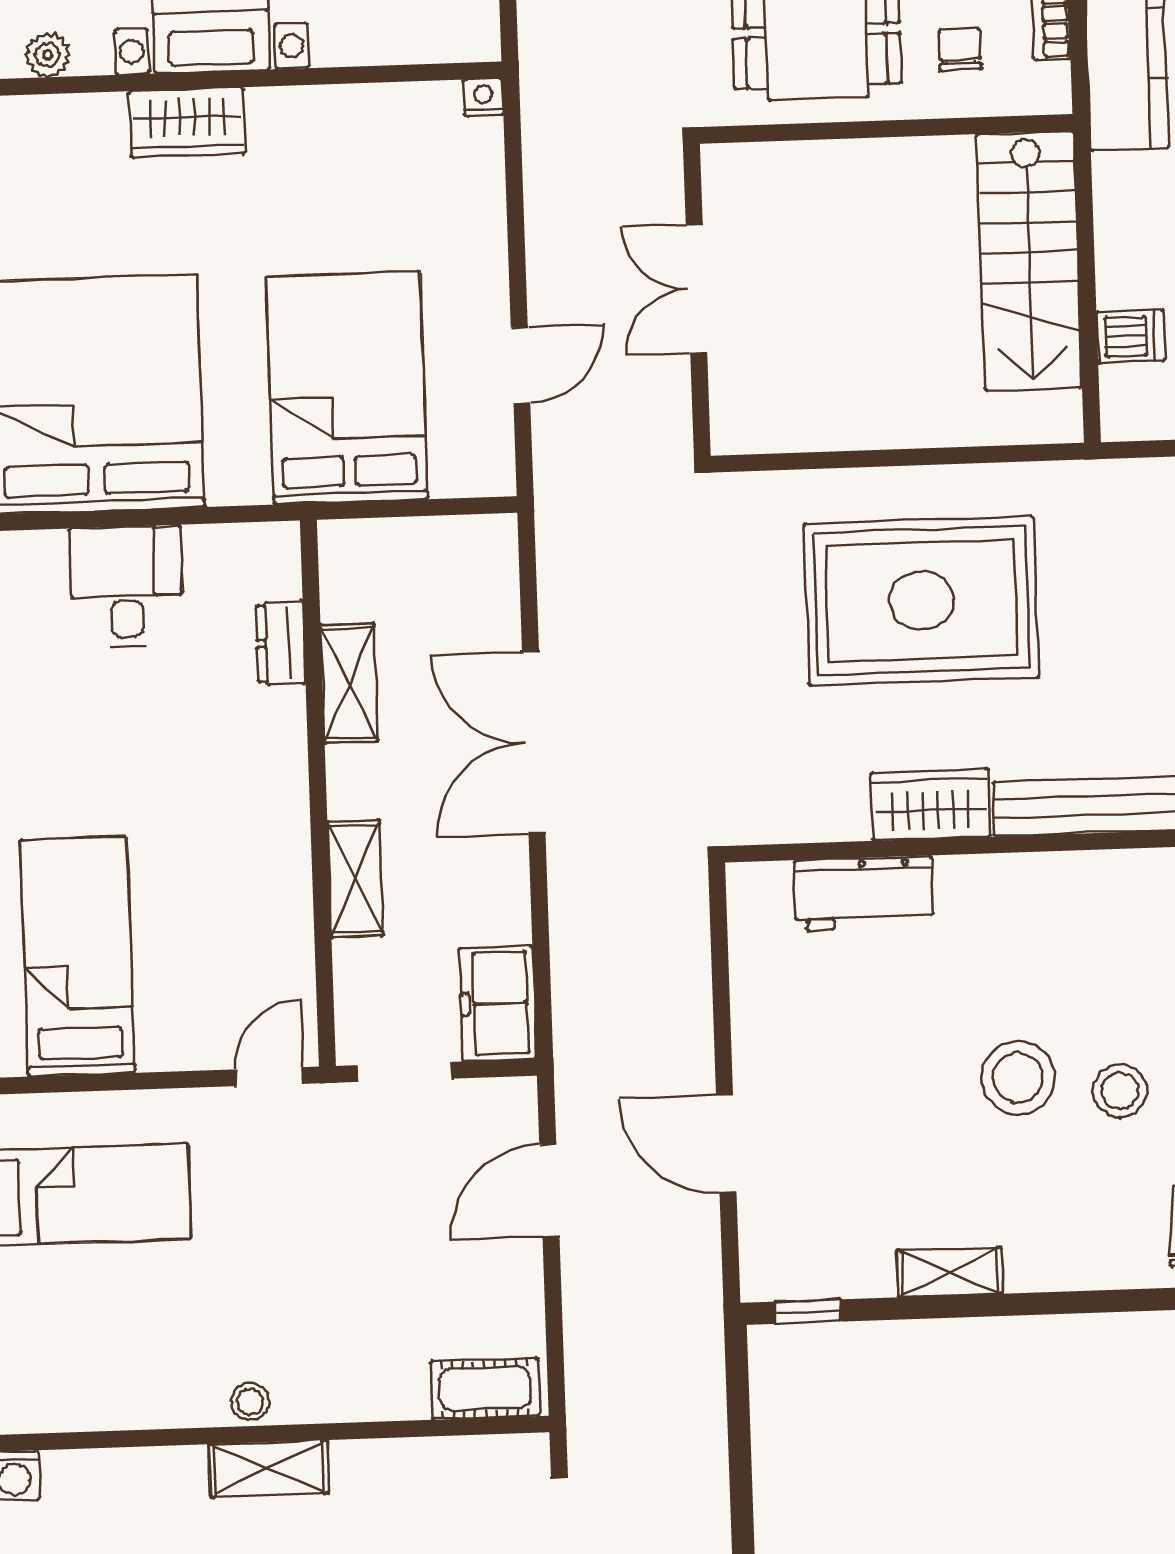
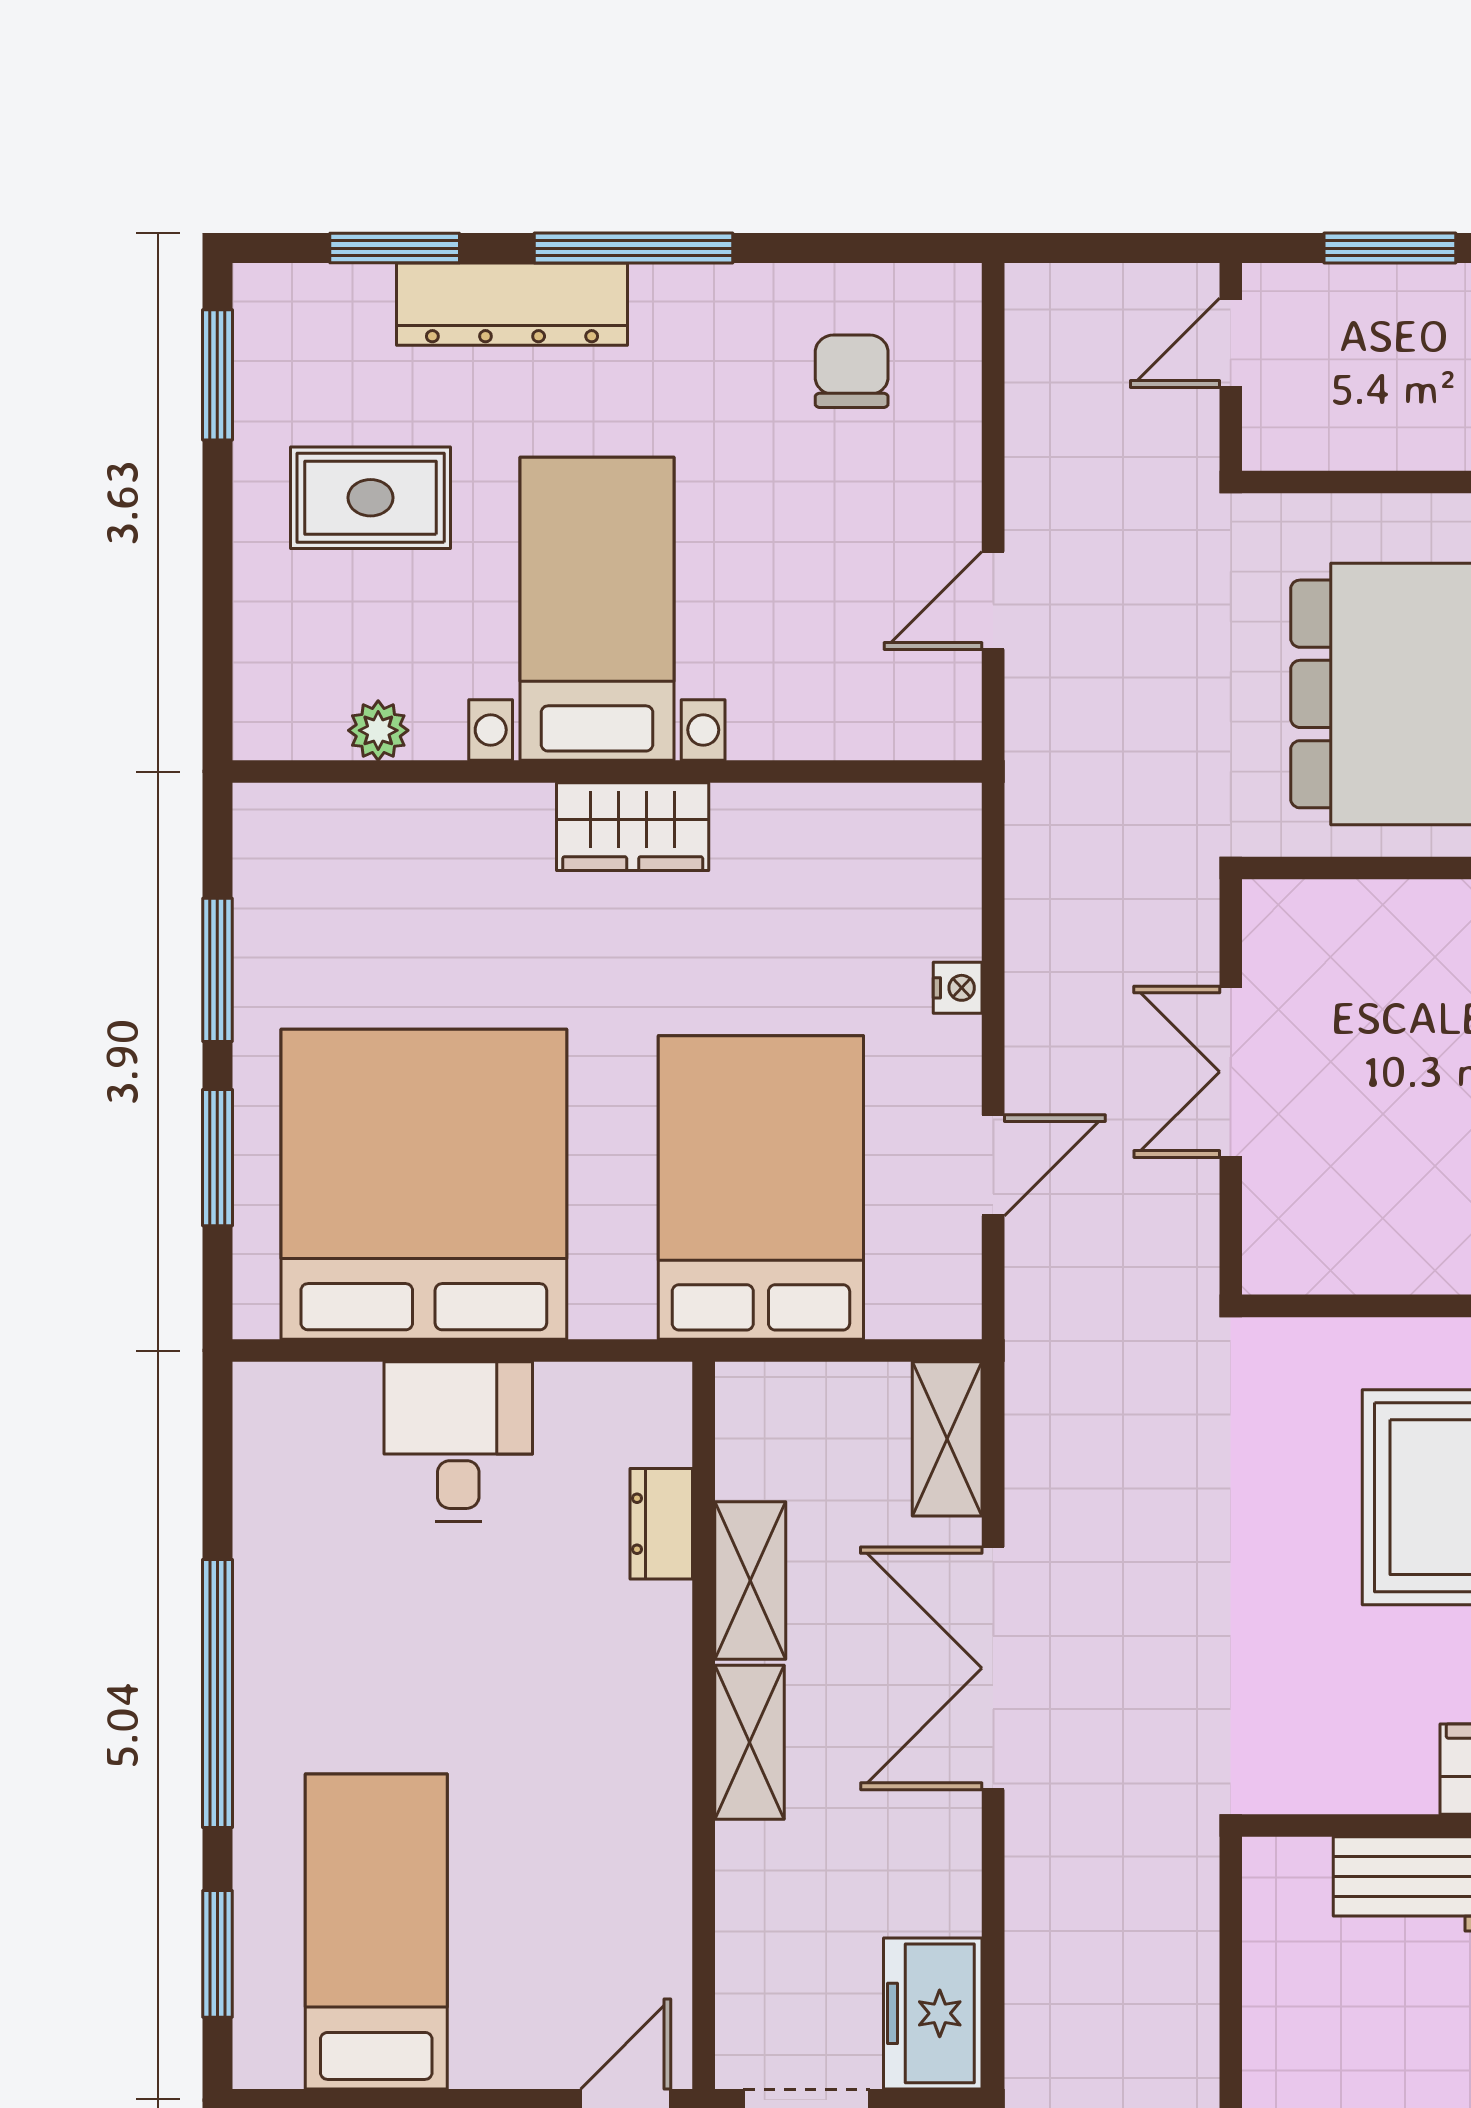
nightstand: (484, 97) -> (958, 988), moved, turned 90
wardrobe: (187, 122) -> (633, 827), moved
shelving: (493, 572) -> (947, 1439), added
shelving: (355, 879) -> (749, 1742), moved

